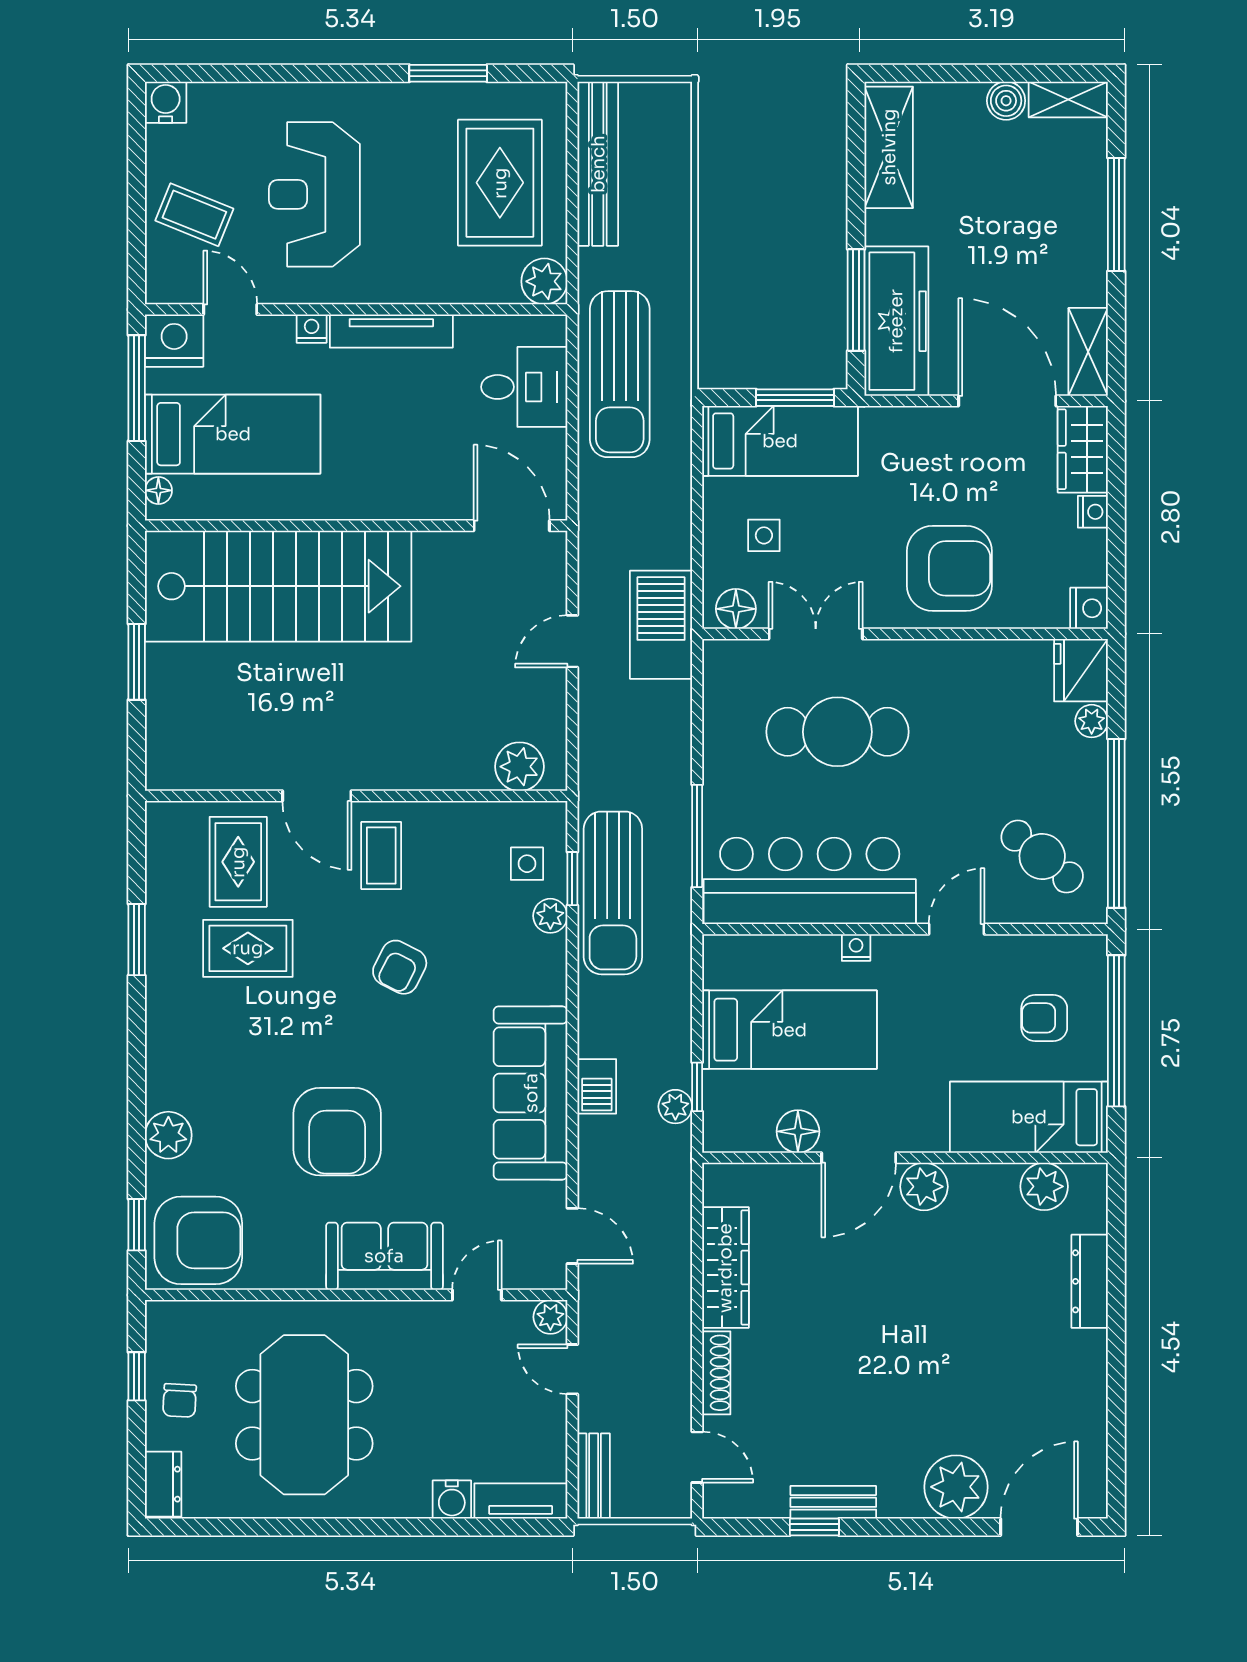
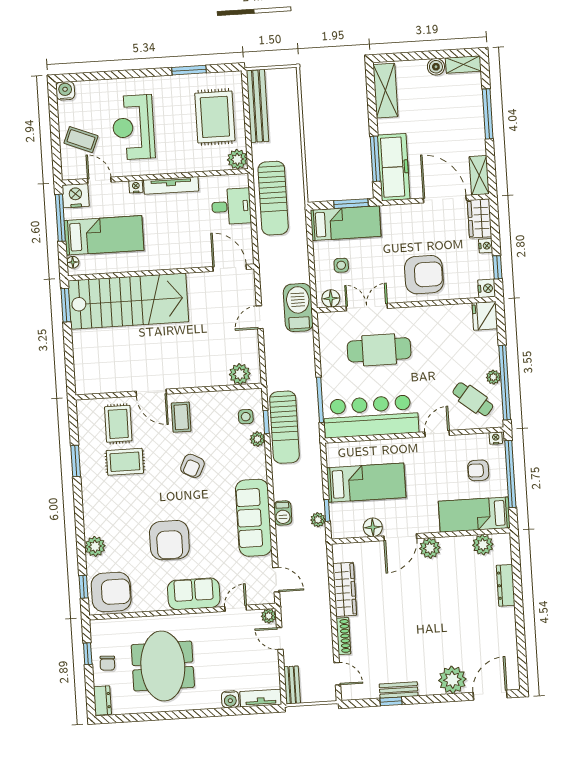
window: (1116, 562) -> (497, 267), added
window: (137, 662) -> (66, 305), moved
plant: (1092, 721) -> (493, 377), moved
nightstand: (856, 947) -> (496, 438), moved

